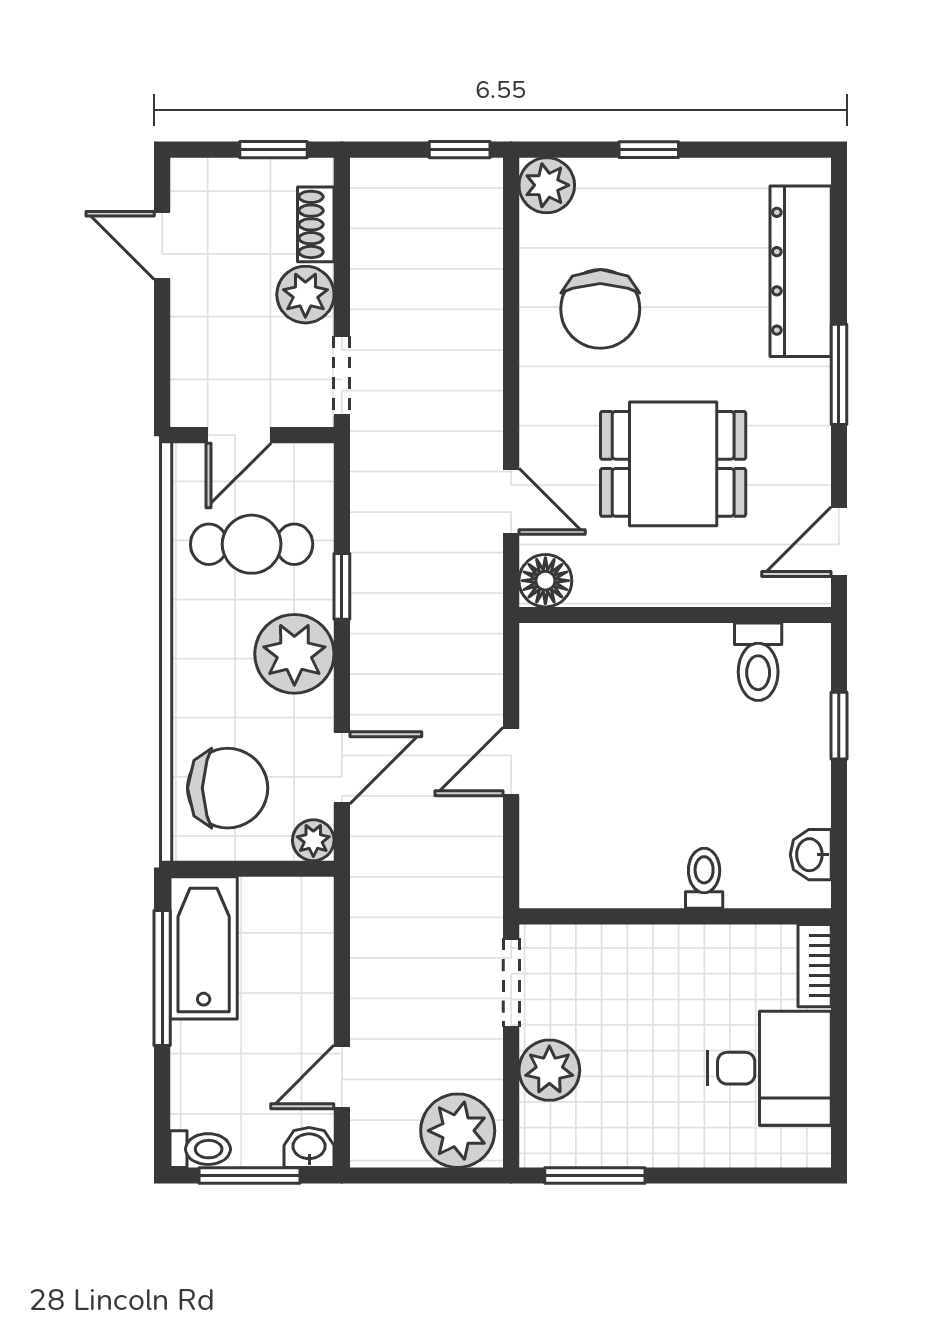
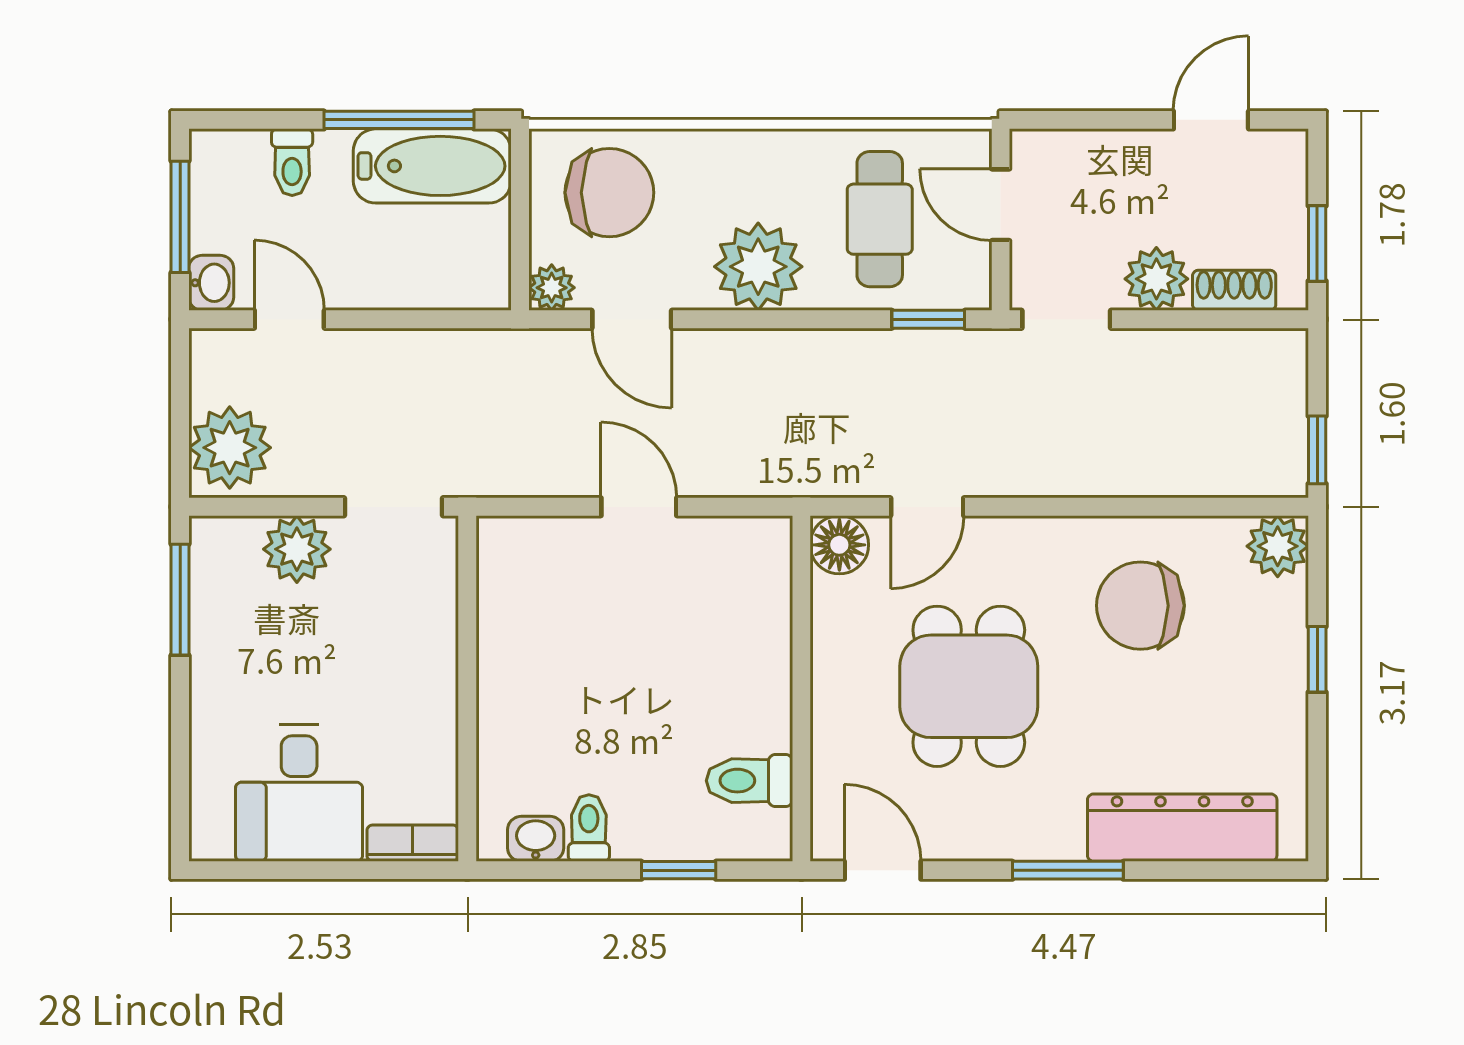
window: (342, 586) -> (928, 319), moved
chair: (228, 788) -> (609, 193), turned -90
toilet: (704, 878) -> (589, 828), moved, turned -90
toilet: (200, 1149) -> (292, 162), moved

